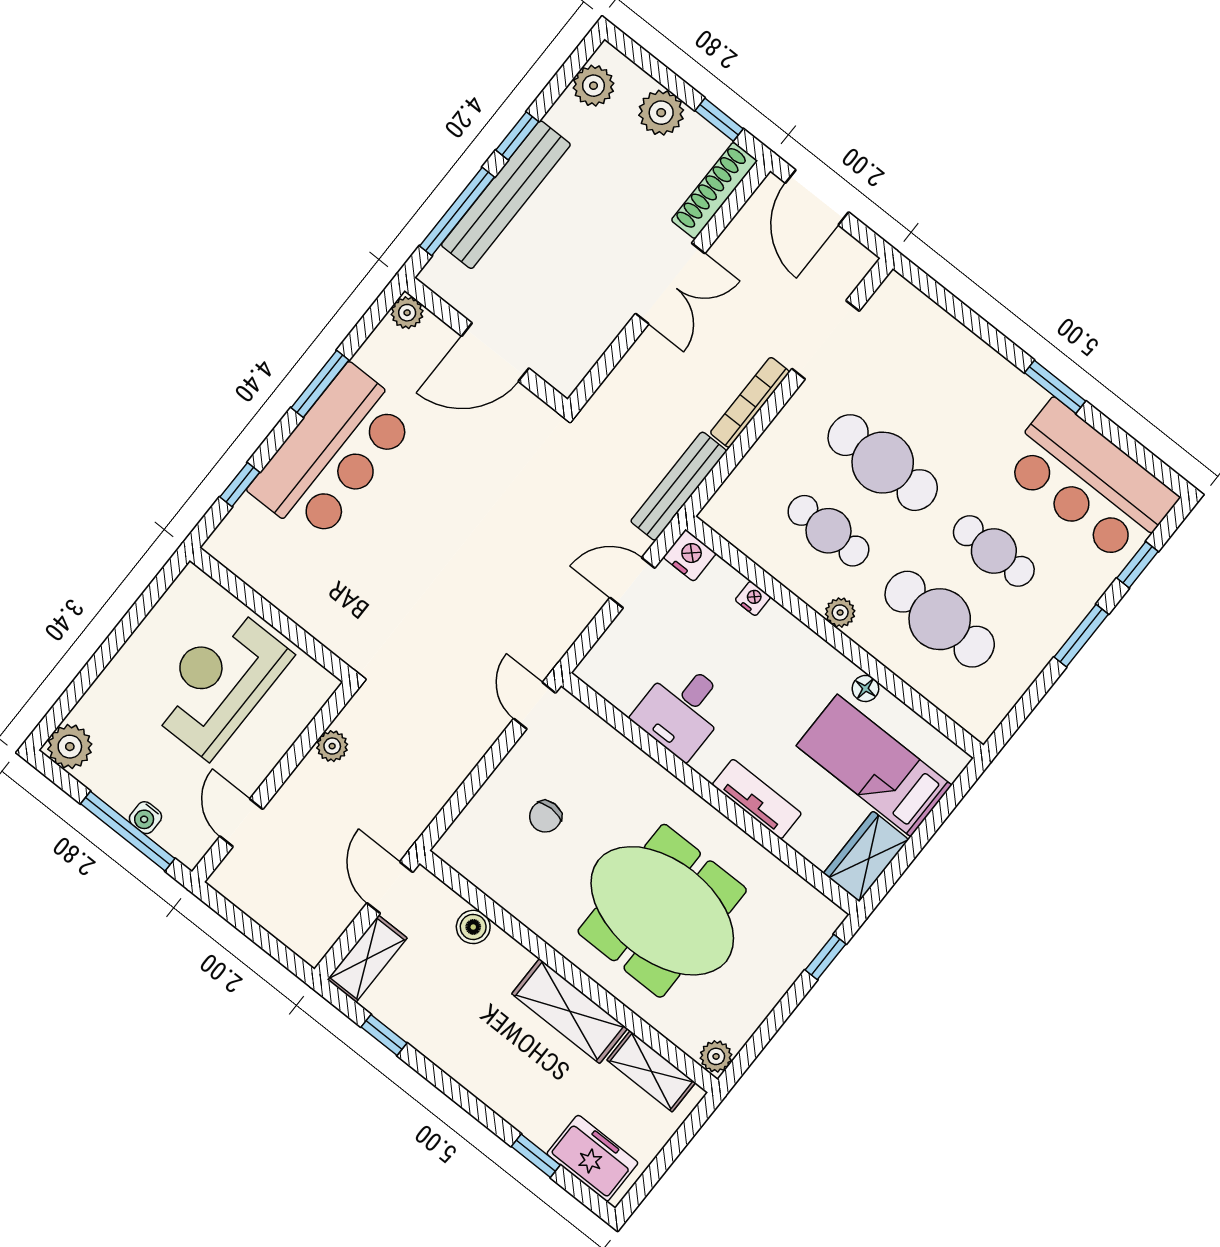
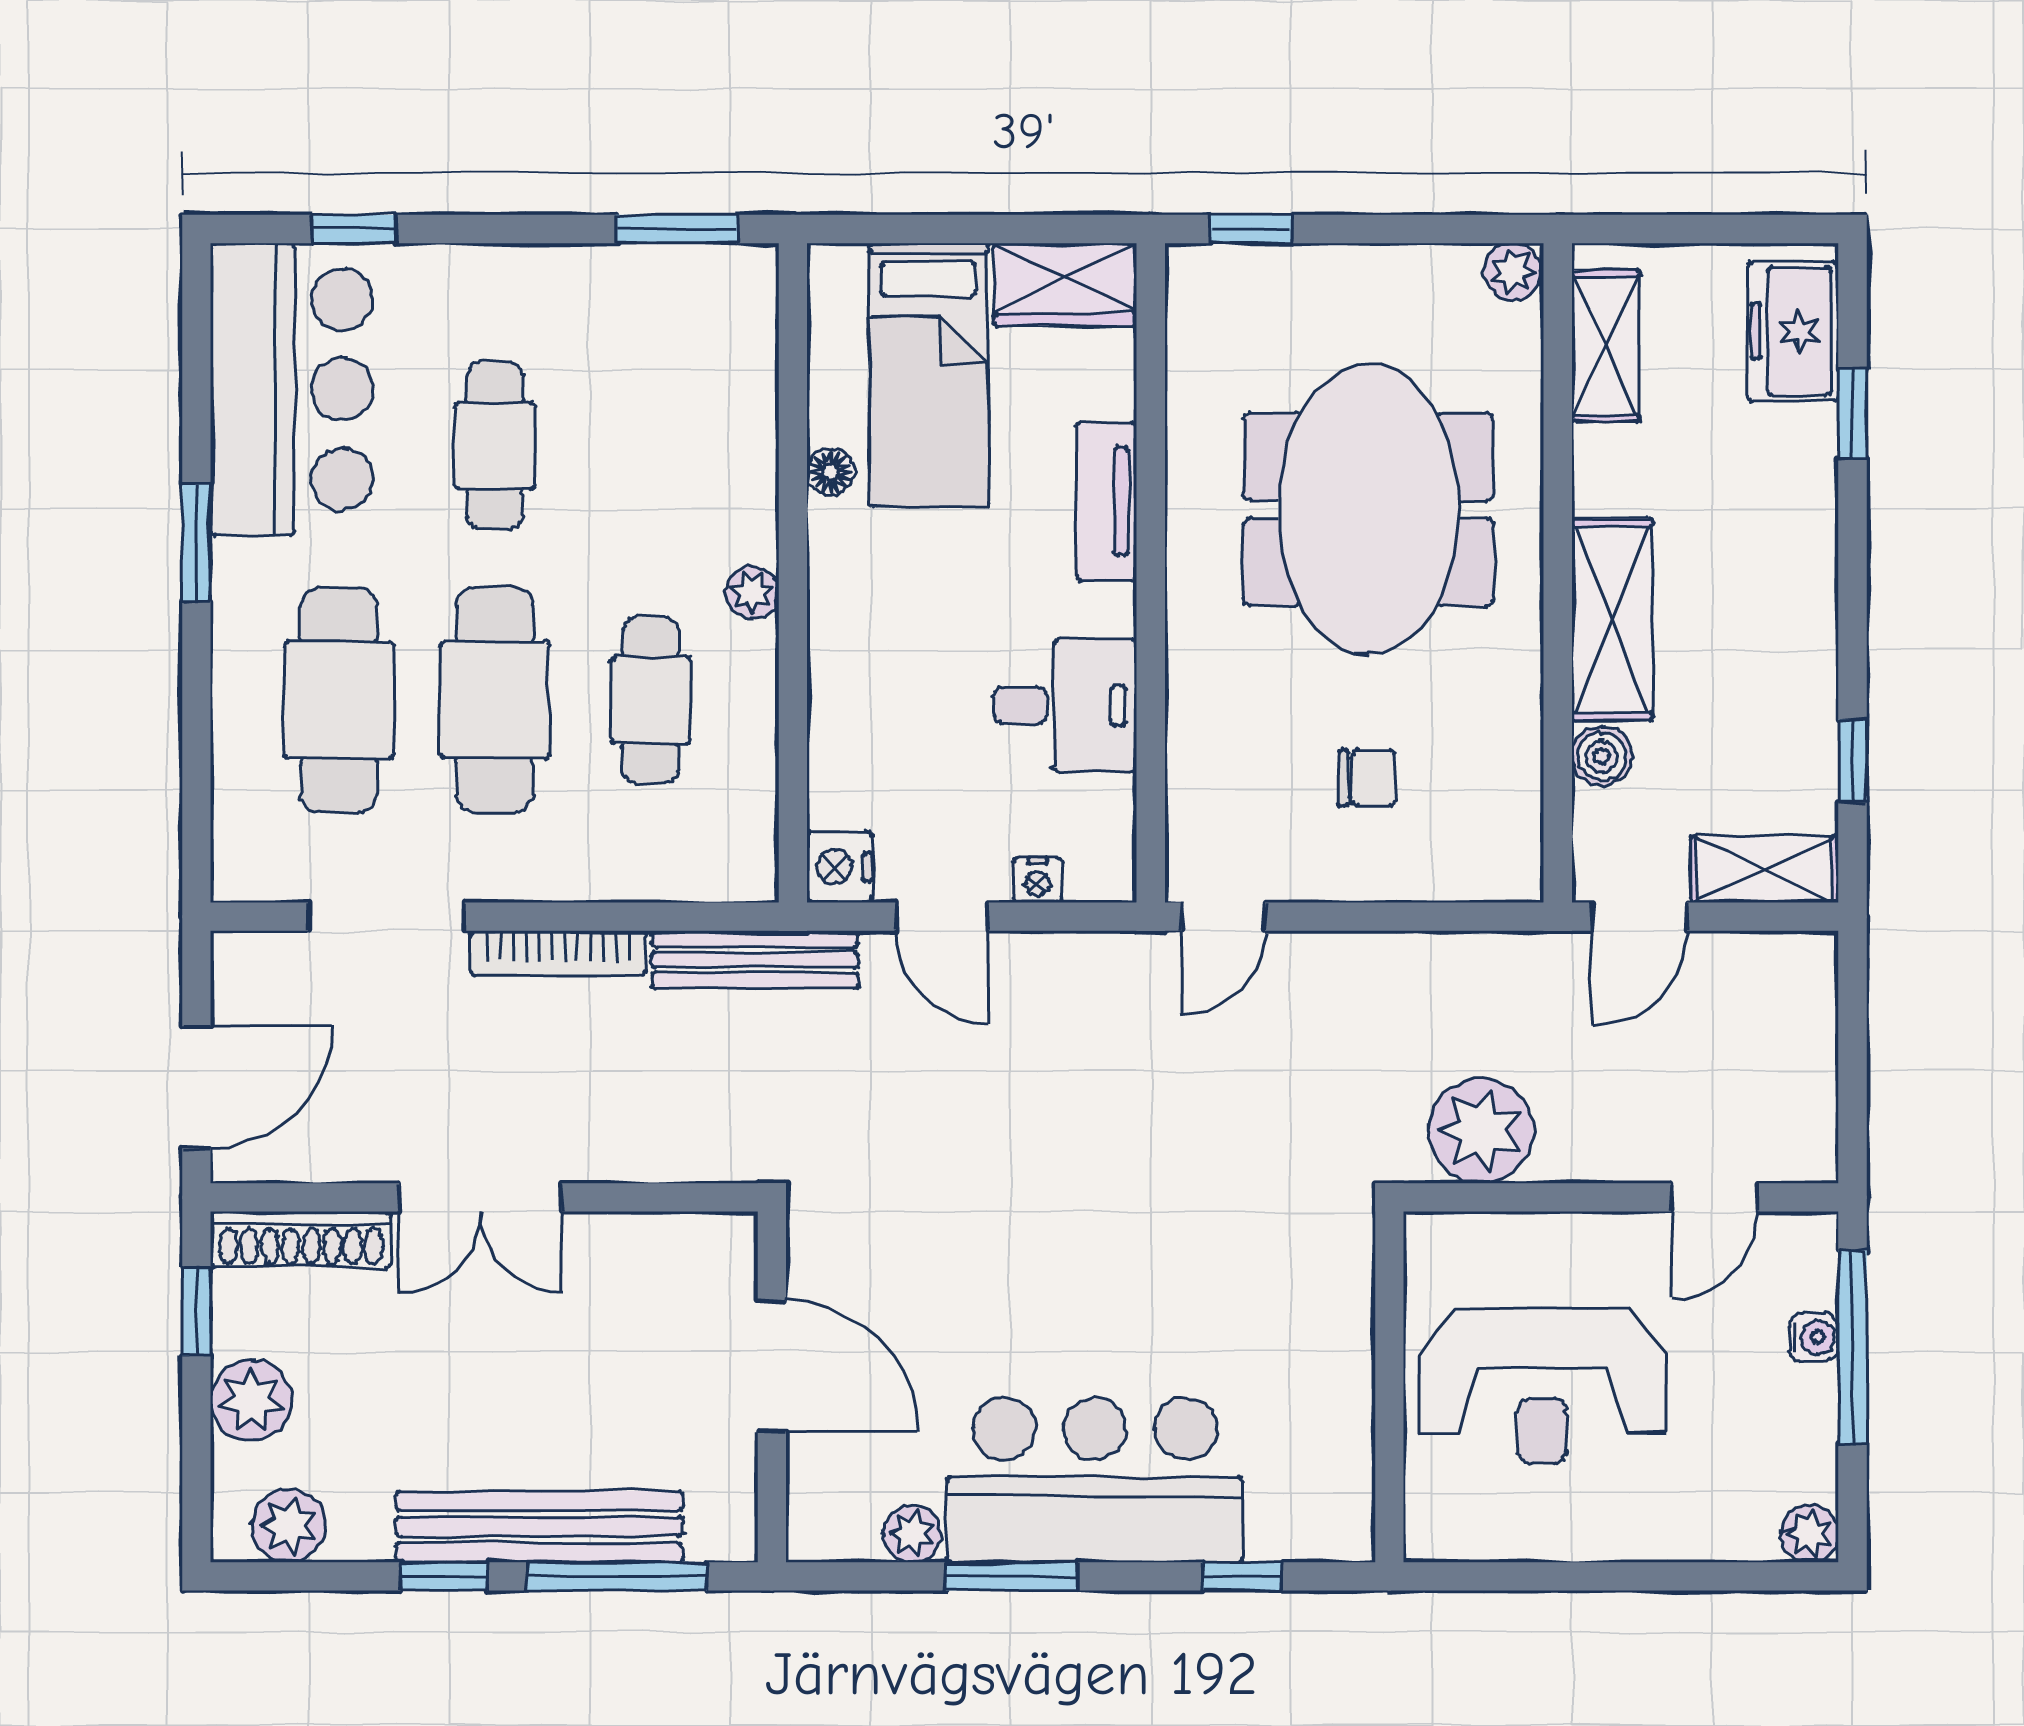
double door: (670, 283) -> (481, 1197), swing flipped
plant: (407, 313) -> (912, 1534), moved
nightstand: (753, 598) -> (1038, 880), moved, turned -90
cafe table: (940, 619) -> (339, 700), moved
window: (1081, 636) -> (676, 229), moved
plant: (332, 746) -> (1481, 1131), width x1.88, depth x1.88
plant: (70, 747) -> (1810, 1533), width x0.73, depth x0.73
shelving: (570, 1011) -> (1612, 620), moved

